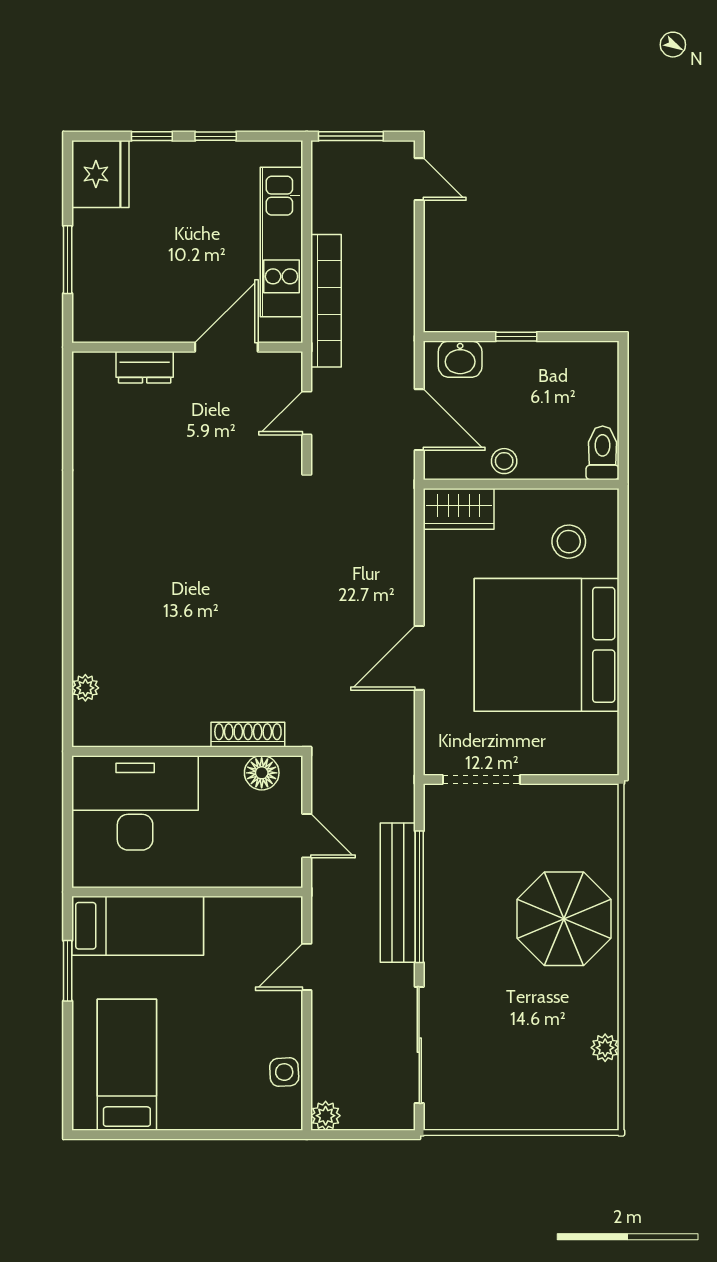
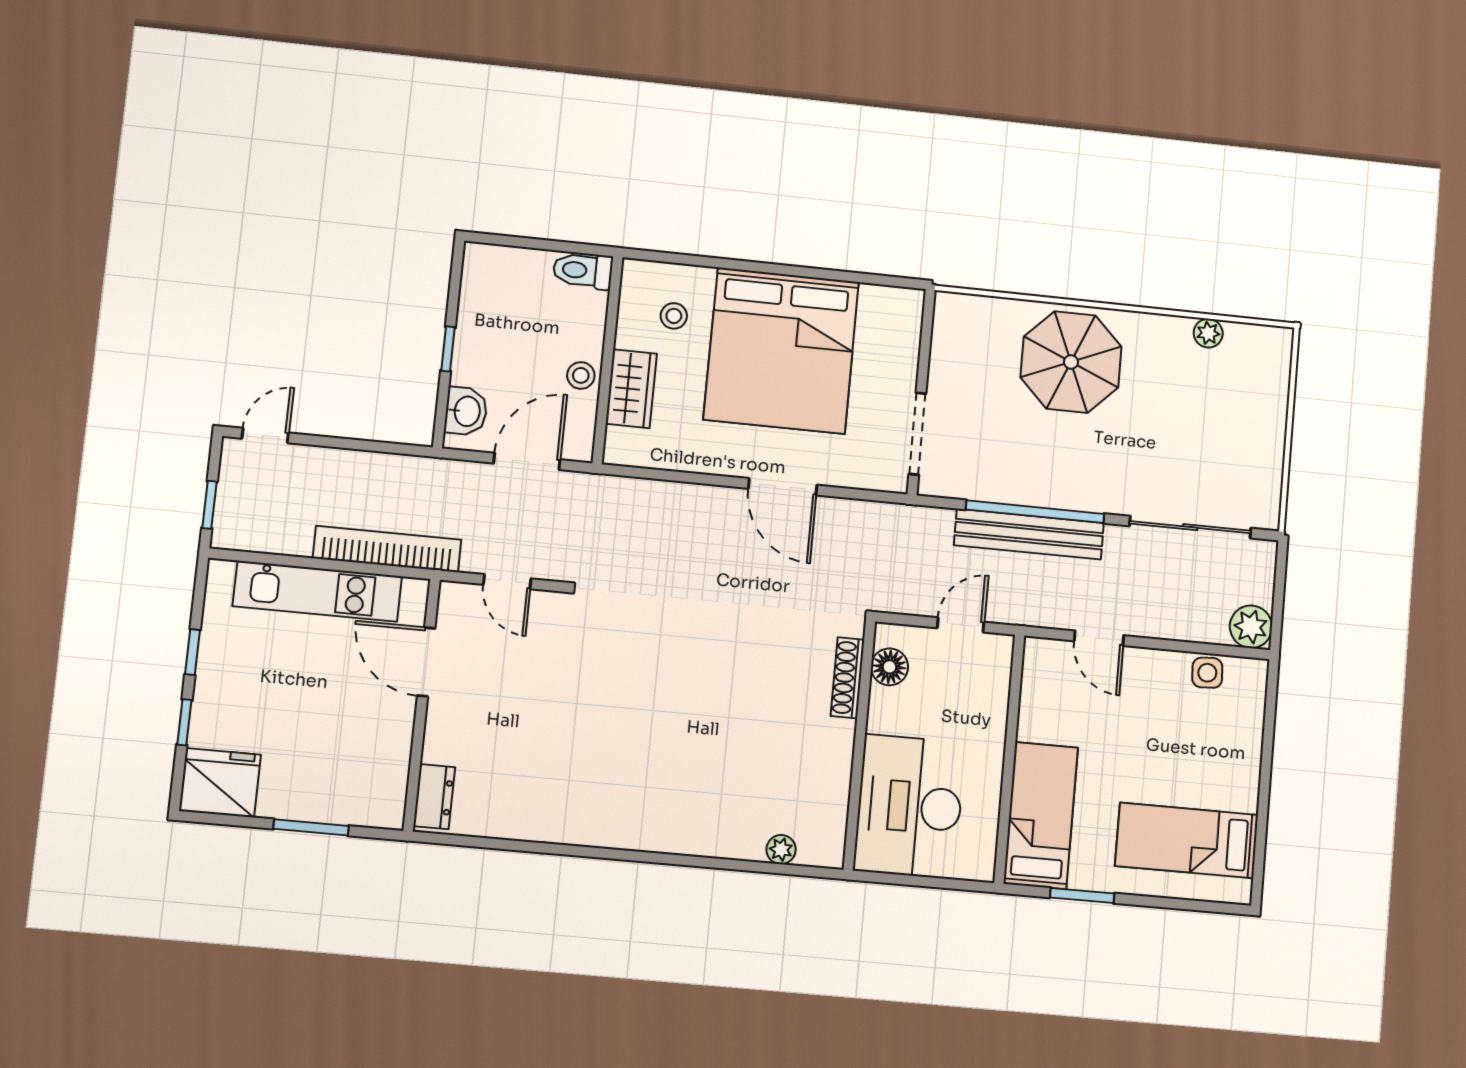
window: (351, 136) -> (209, 505), width x0.67
dresser: (145, 367) -> (434, 797), moved
wardrobe: (459, 509) -> (631, 389), moved
stool: (569, 542) -> (674, 316), width x0.73, depth x0.73
plant: (326, 1116) -> (1251, 627), width x1.38, depth x1.38

